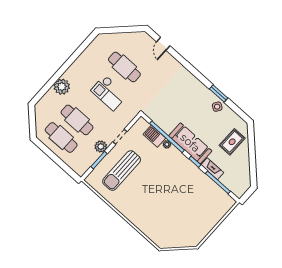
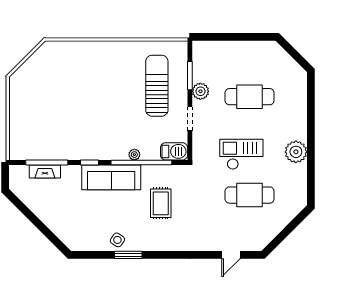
door: (163, 44) -> (231, 255), swing flipped
plant: (62, 87) -> (296, 152), moved
barbecue: (154, 136) -> (174, 151), moved
cafe table: (61, 138) -> (250, 64), removed
rug: (232, 142) -> (161, 203), moved
fireplace: (212, 169) -> (45, 171), moved

